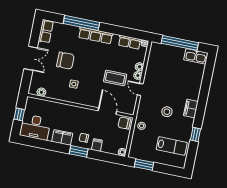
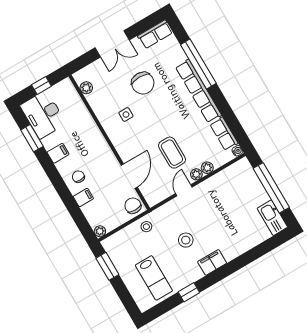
row of seats: (96, 35) -> (199, 91), width x1.36
filing cabinet: (62, 137) -> (58, 153), width x0.50
window: (79, 151) -> (32, 138), moved

